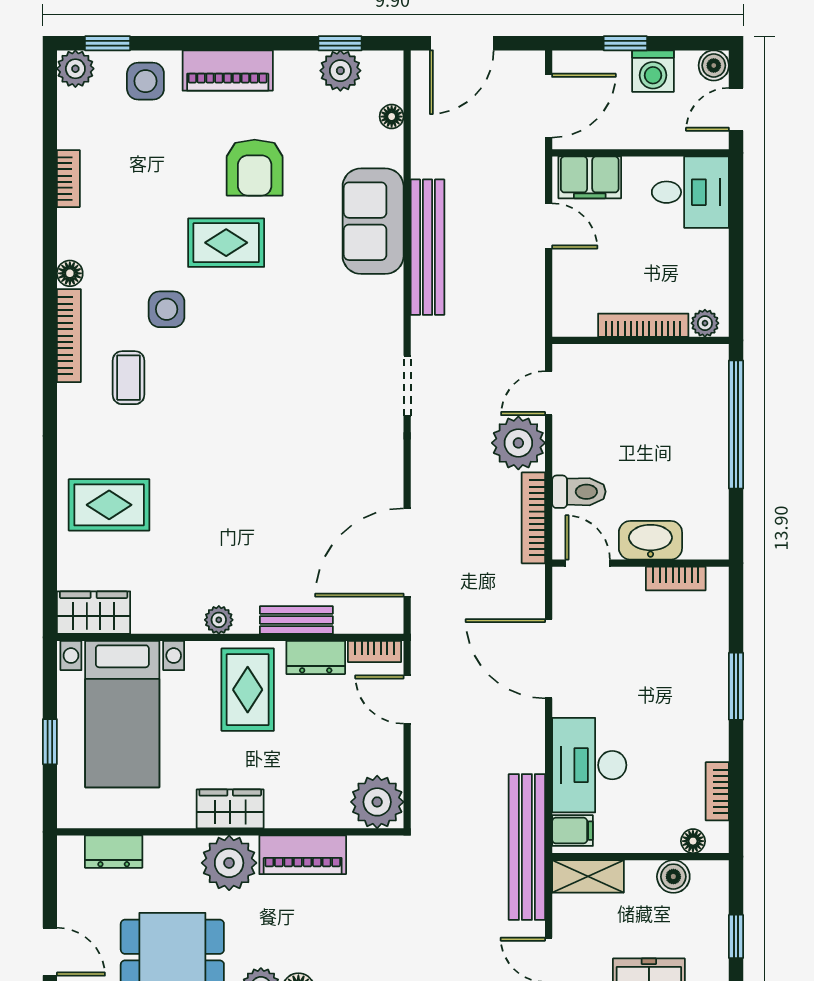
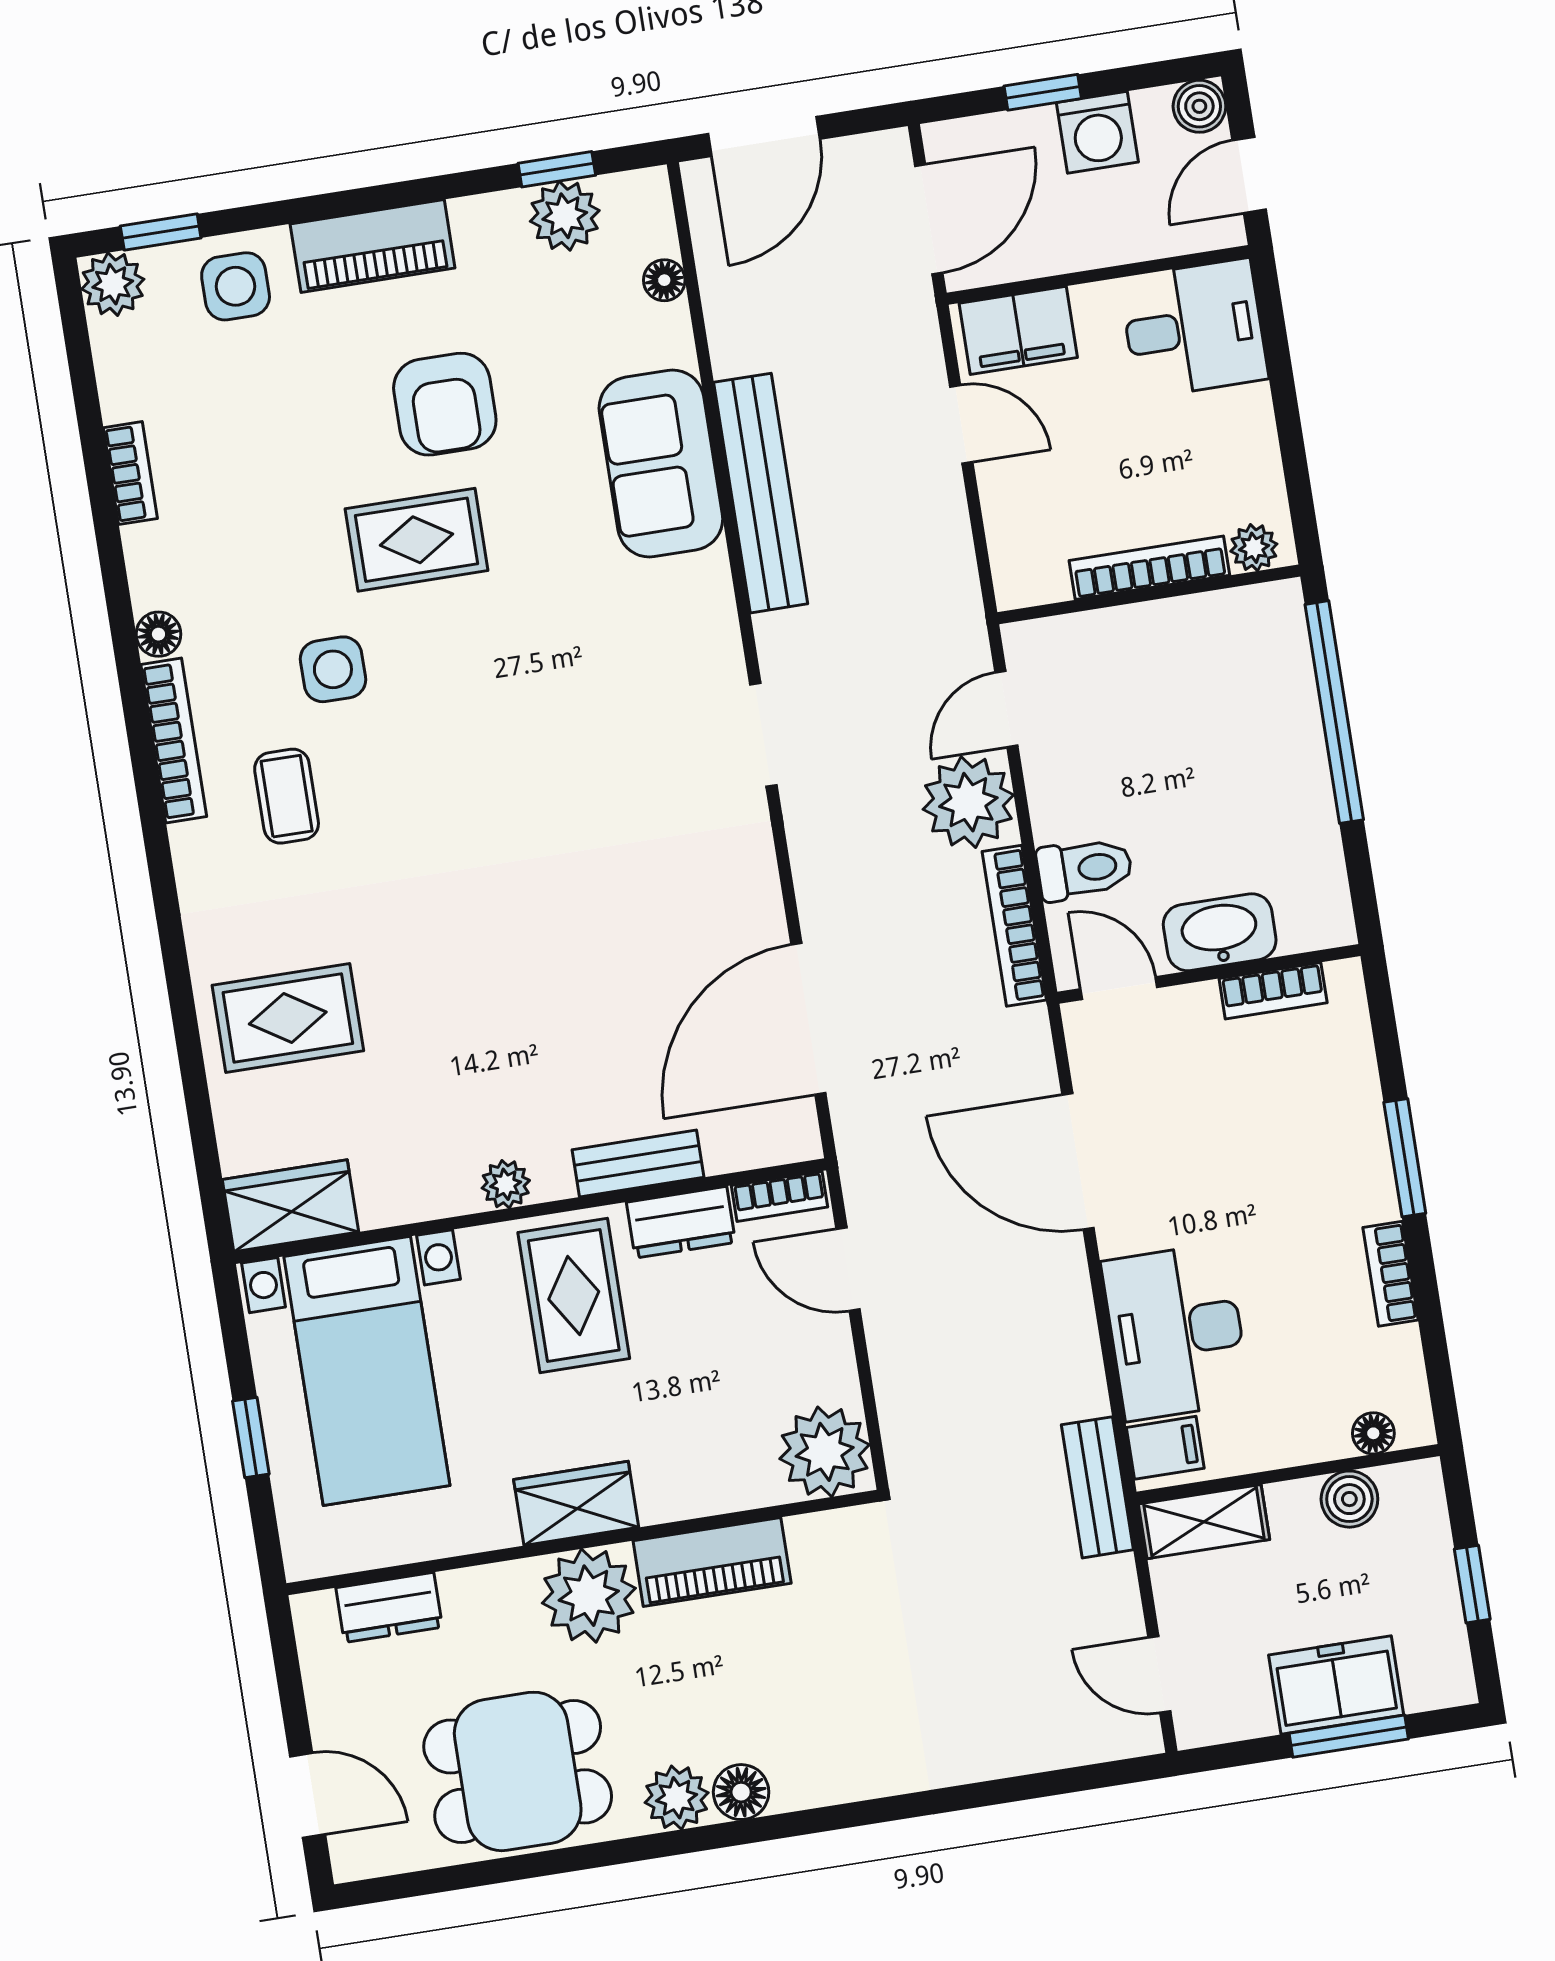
bookcase: (717, 791) -> (1390, 1274), moved
bench: (527, 847) -> (1097, 1487), width x0.54, depth x0.82

